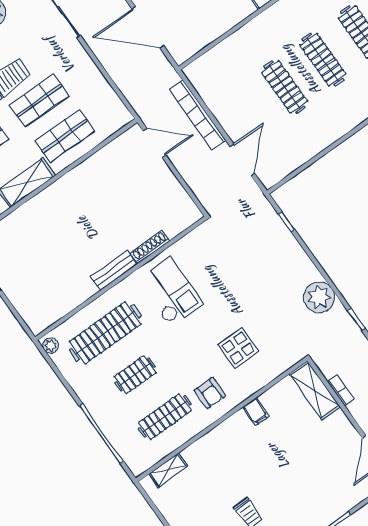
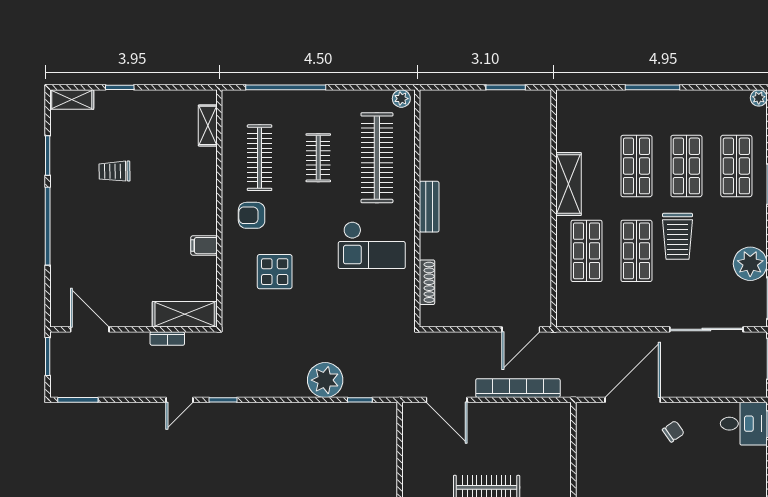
shoe rack: (150, 247) -> (427, 282), moved
plant: (319, 297) -> (325, 380), moved

